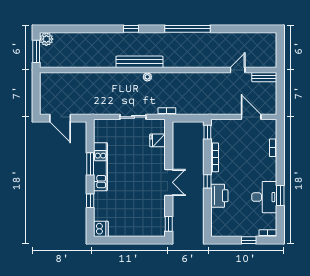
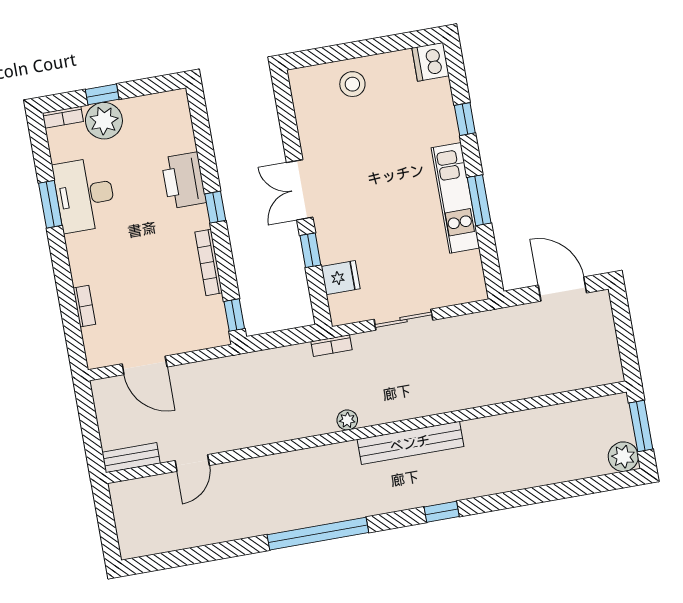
plant: (147, 77) -> (347, 420), moved
window: (169, 224) -> (310, 250), moved
stool: (137, 225) -> (352, 84), added
plant: (250, 228) -> (104, 121), added

